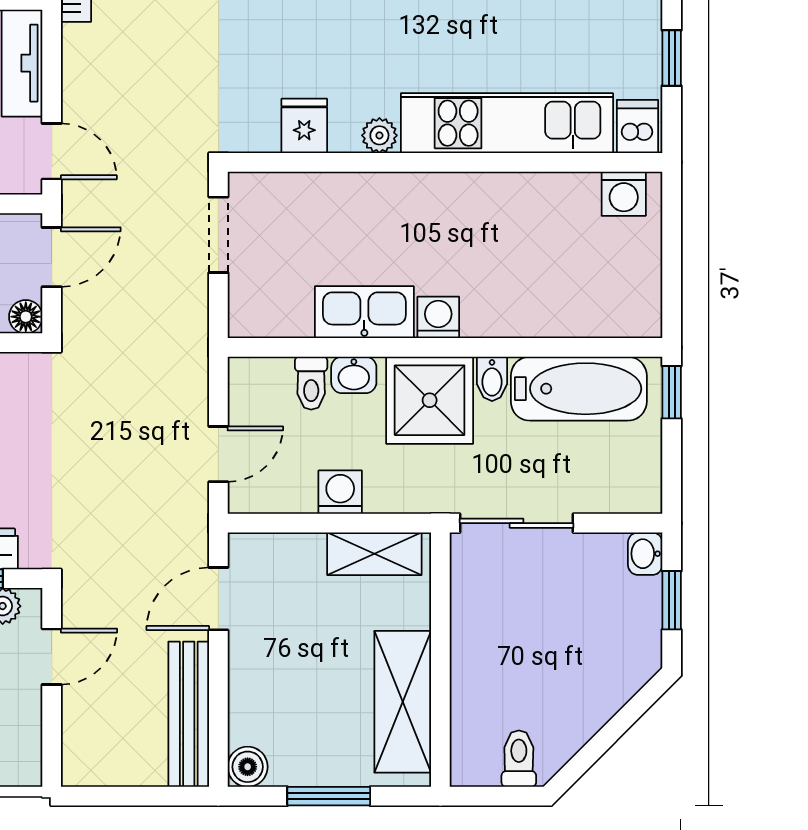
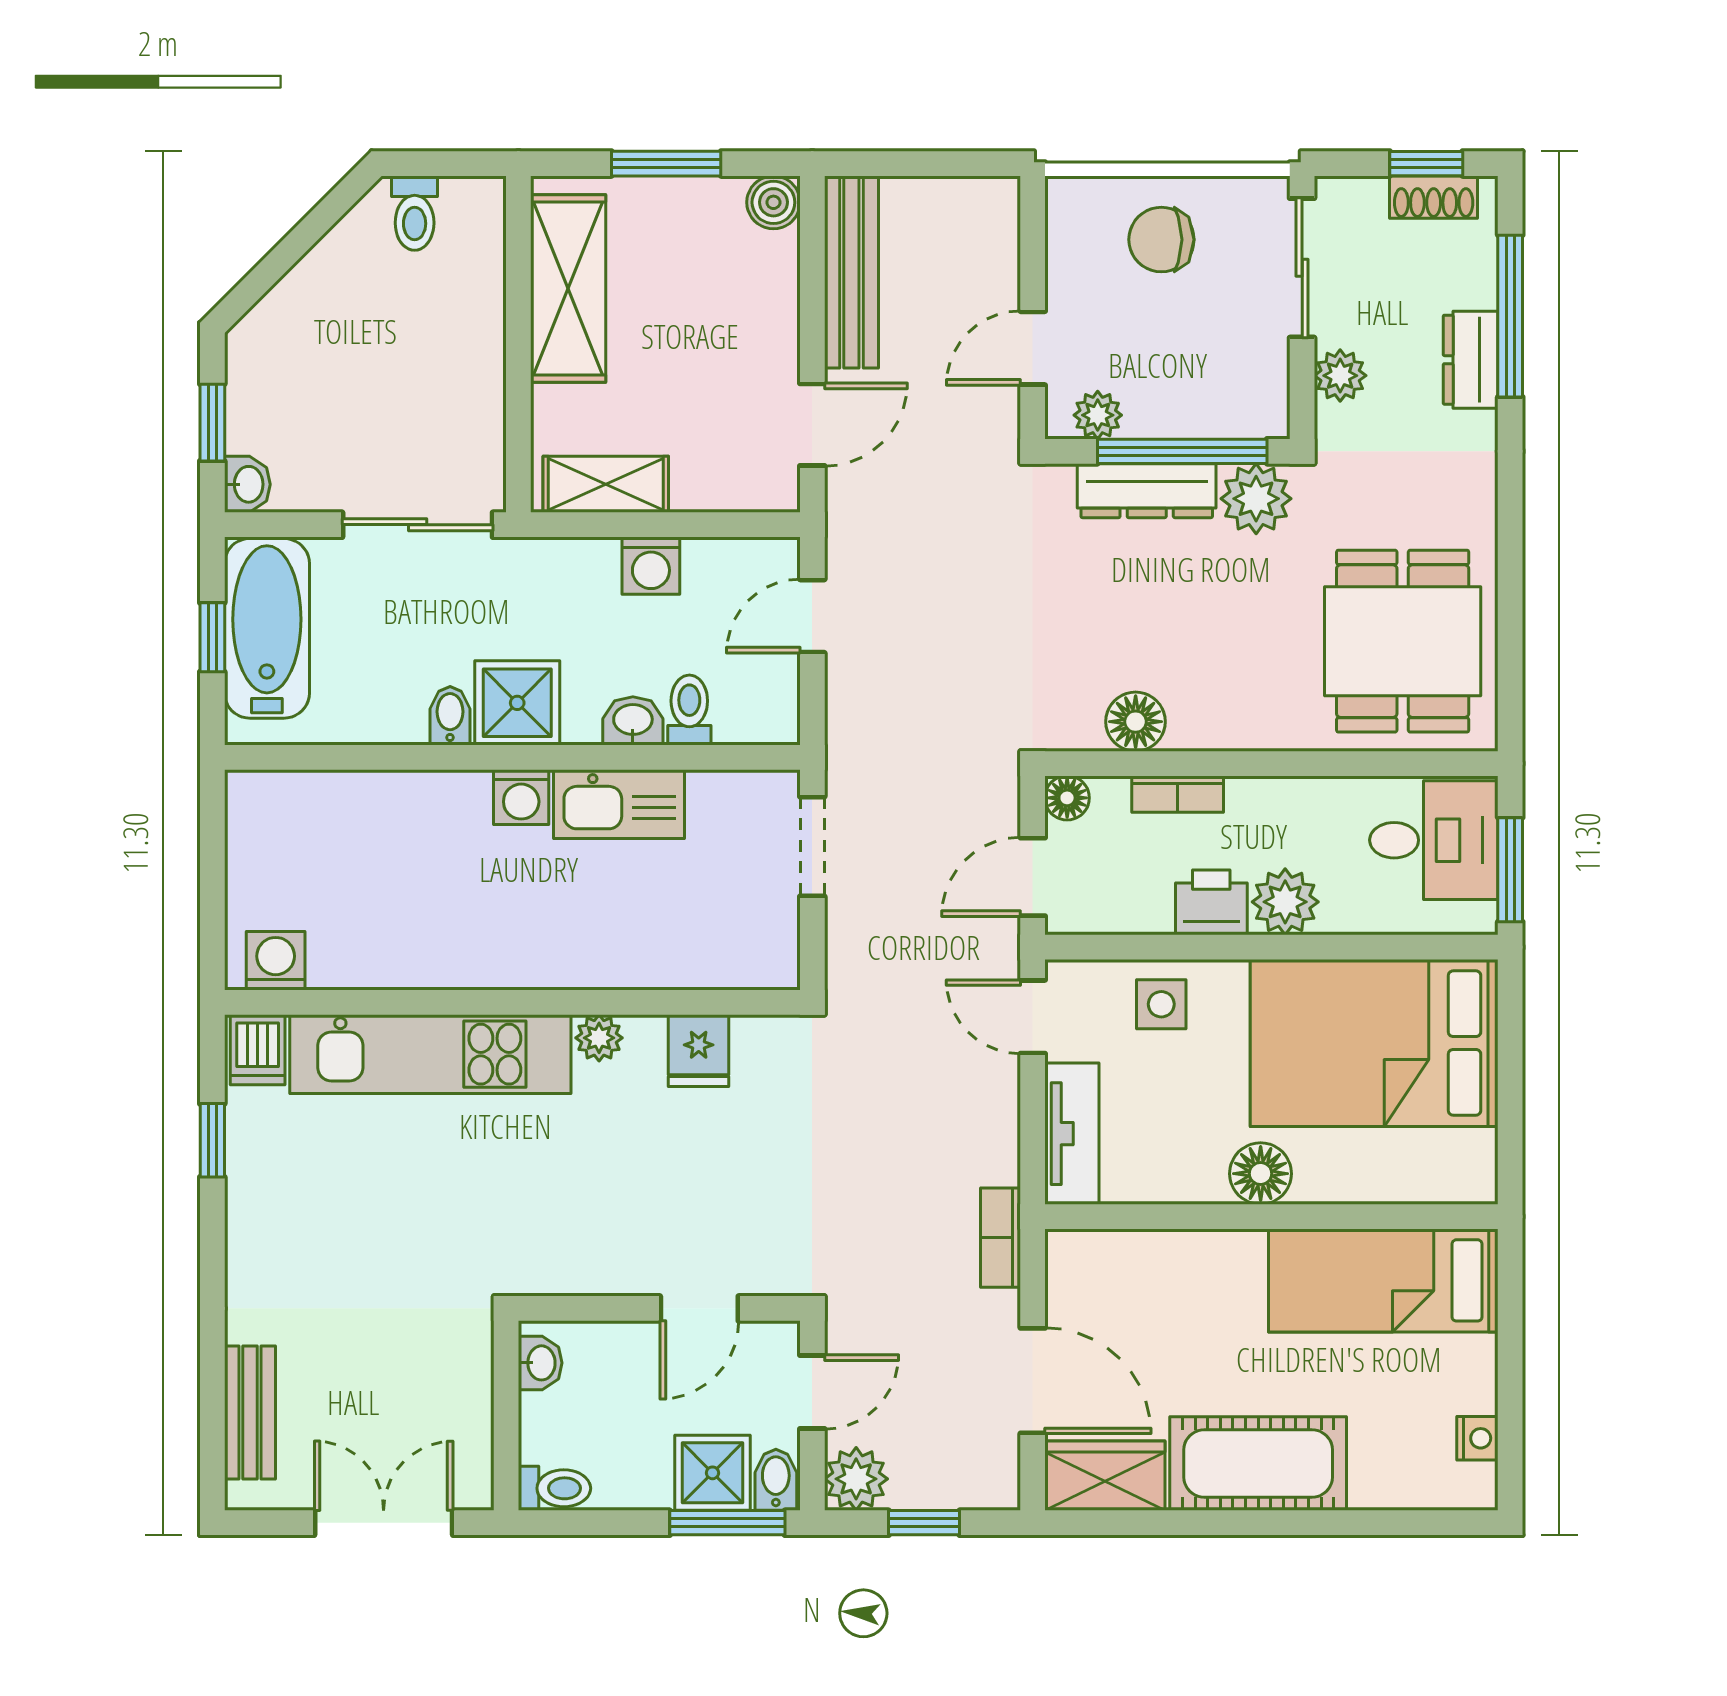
doorway: (218, 235) -> (812, 847), moved
bathtub: (579, 389) -> (267, 628), moved, turned 90
window: (672, 392) -> (212, 637), moved
shower: (430, 400) -> (517, 703), width x0.73, depth x0.73

